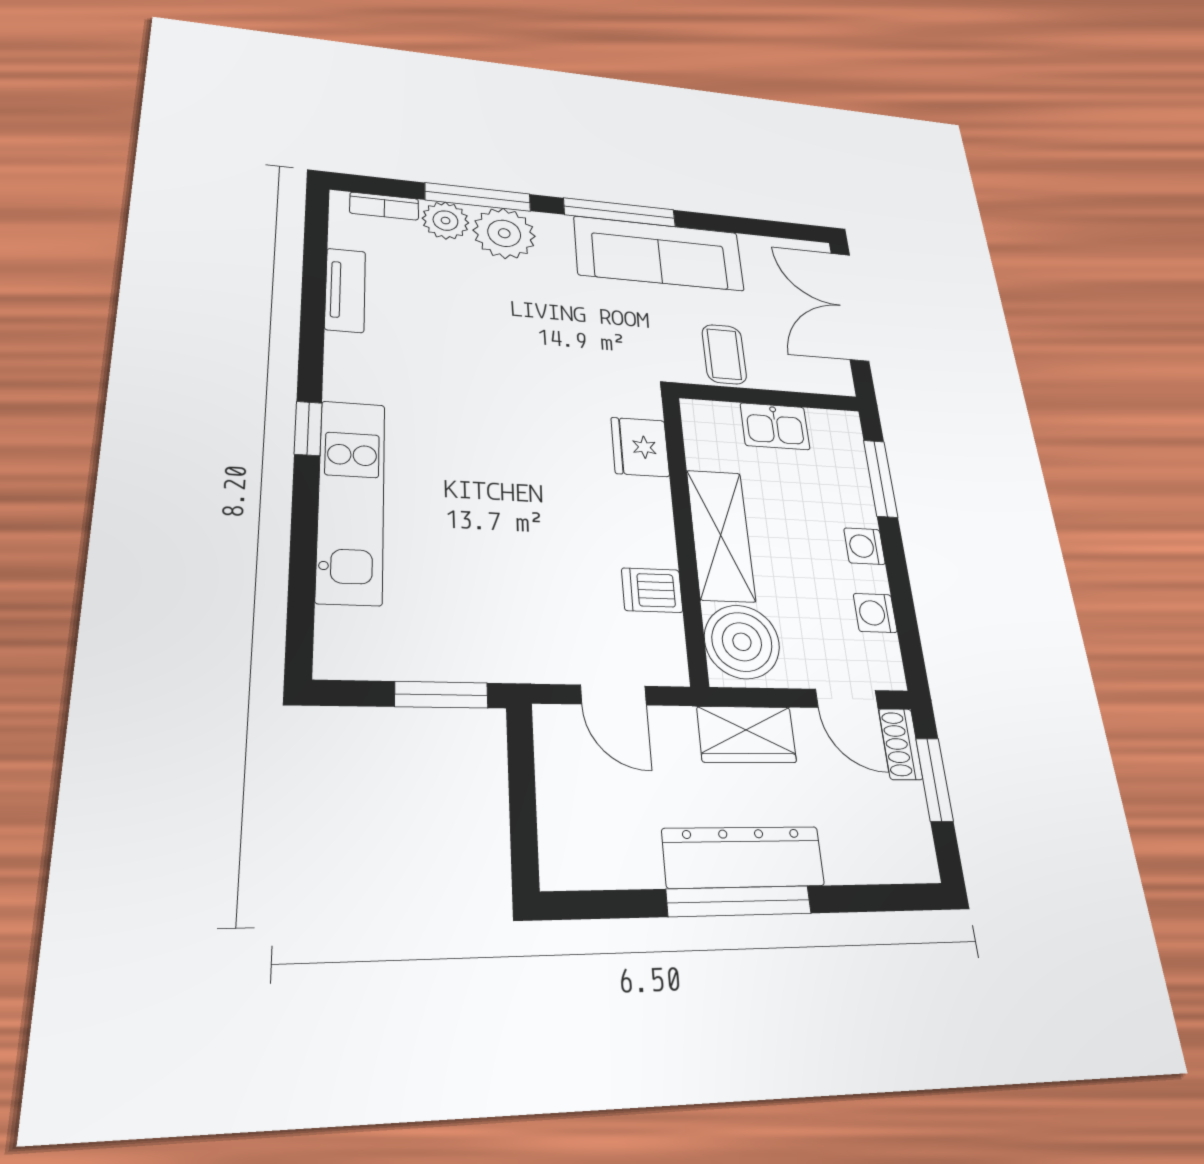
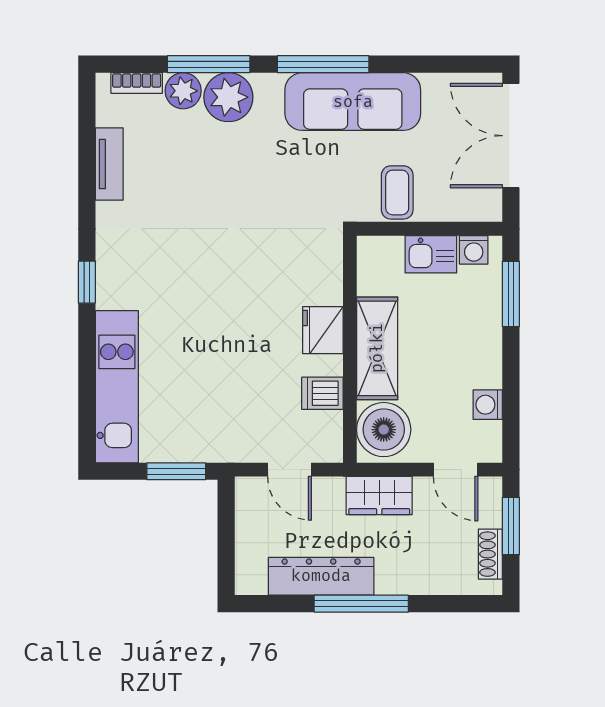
fridge: (640, 447) -> (323, 330), moved
kitchen unit: (351, 500) -> (117, 387), moved
washing machine: (864, 546) -> (474, 250), moved, turned -90
shoe rack: (901, 744) -> (490, 554), moved
dresser: (743, 857) -> (321, 576), moved

